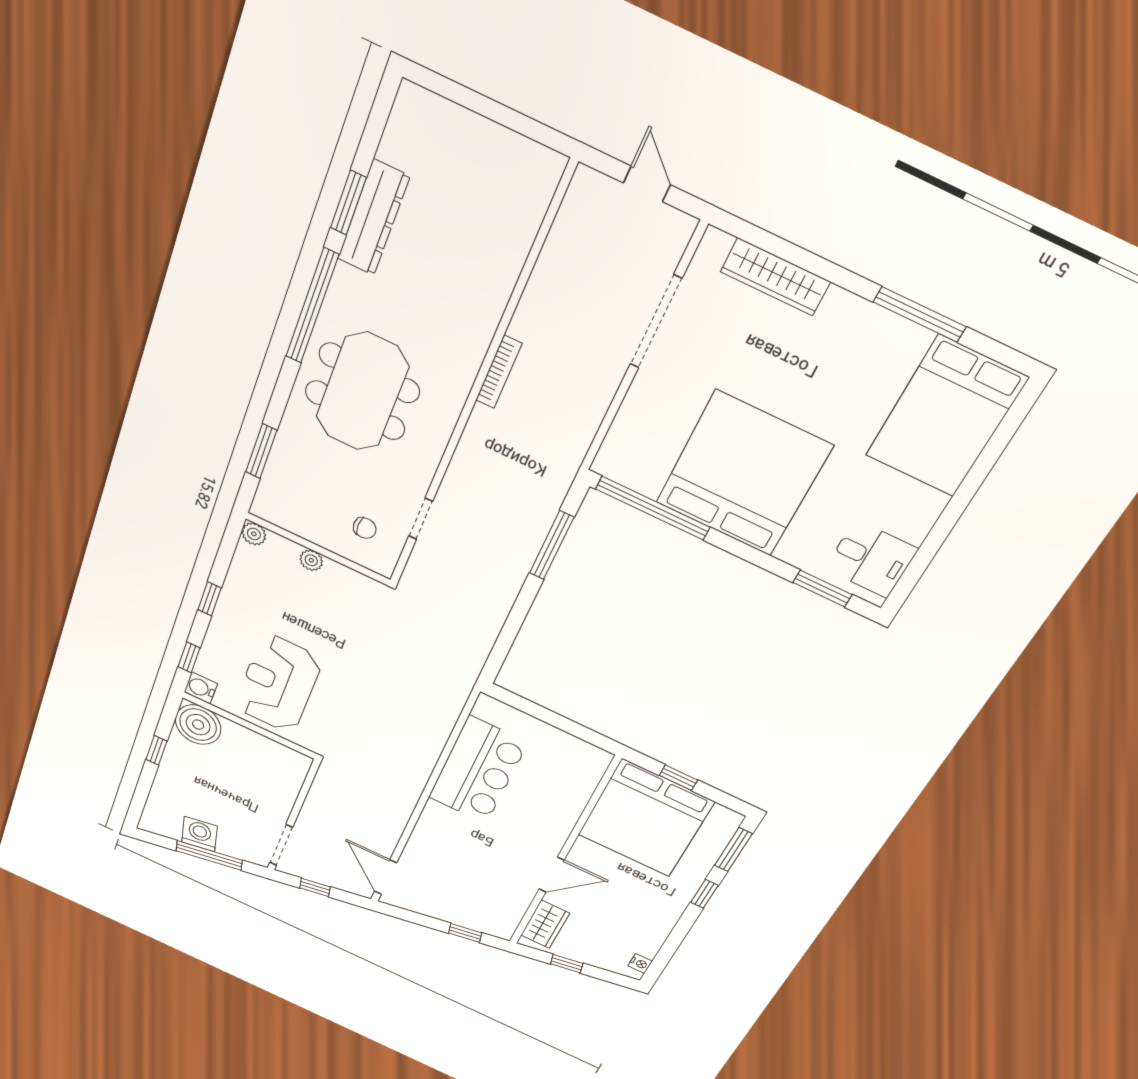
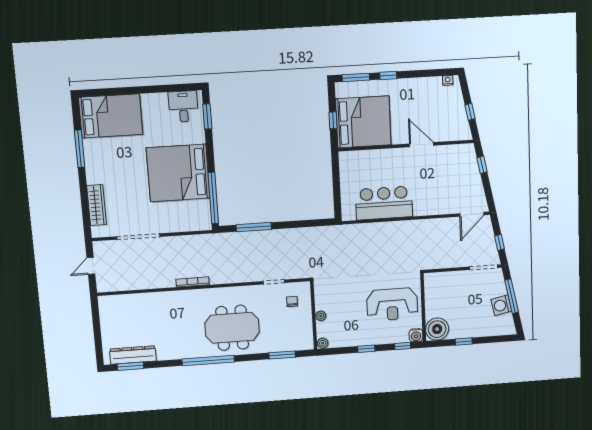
window: (348, 203) -> (130, 366), moved
dresser: (373, 218) -> (133, 355), moved
wardrobe: (545, 924) -> (453, 133), removed

